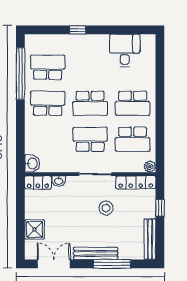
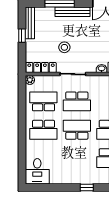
desk: (125, 51) -> (37, 171), moved
school desk: (133, 103) -> (43, 130), turned 180
window: (160, 208) -> (22, 36), moved

